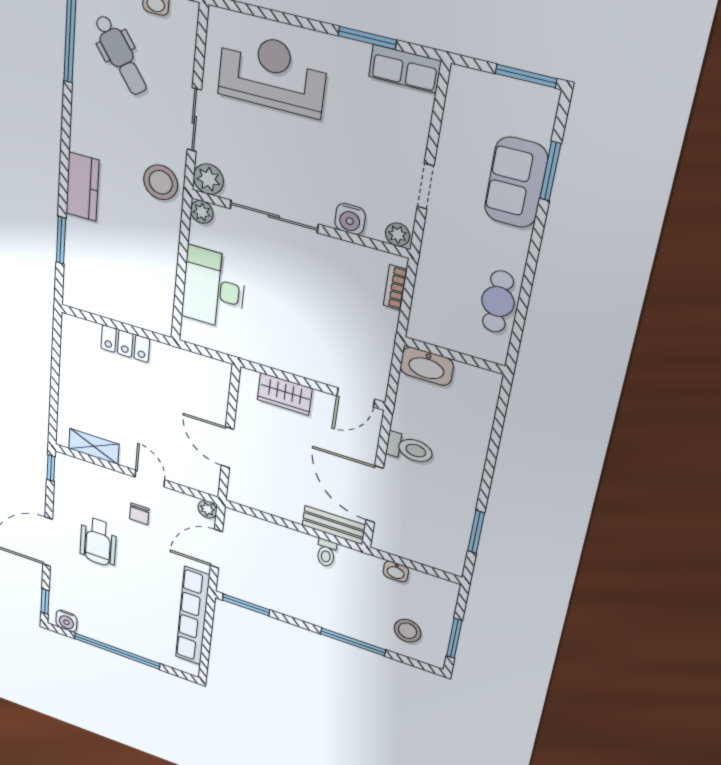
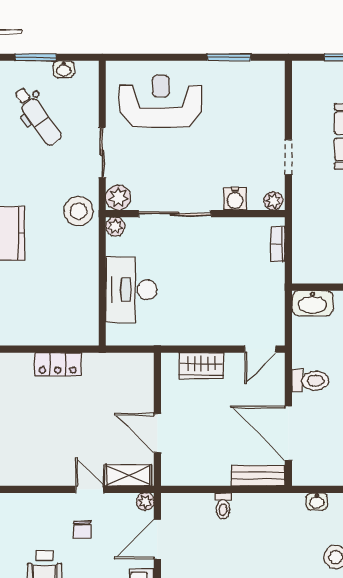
row of seats: (405, 69) -> (259, 73), removed
shelving: (94, 446) -> (128, 475), moved
toilet: (326, 553) -> (223, 506), moved

